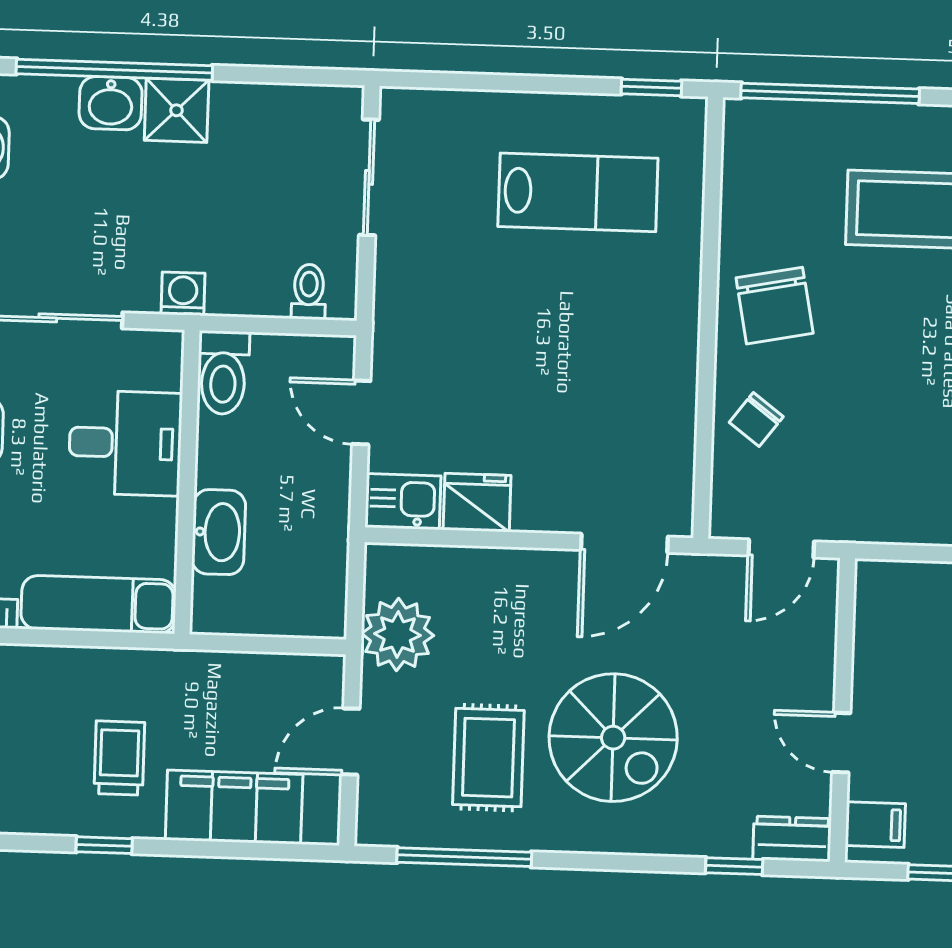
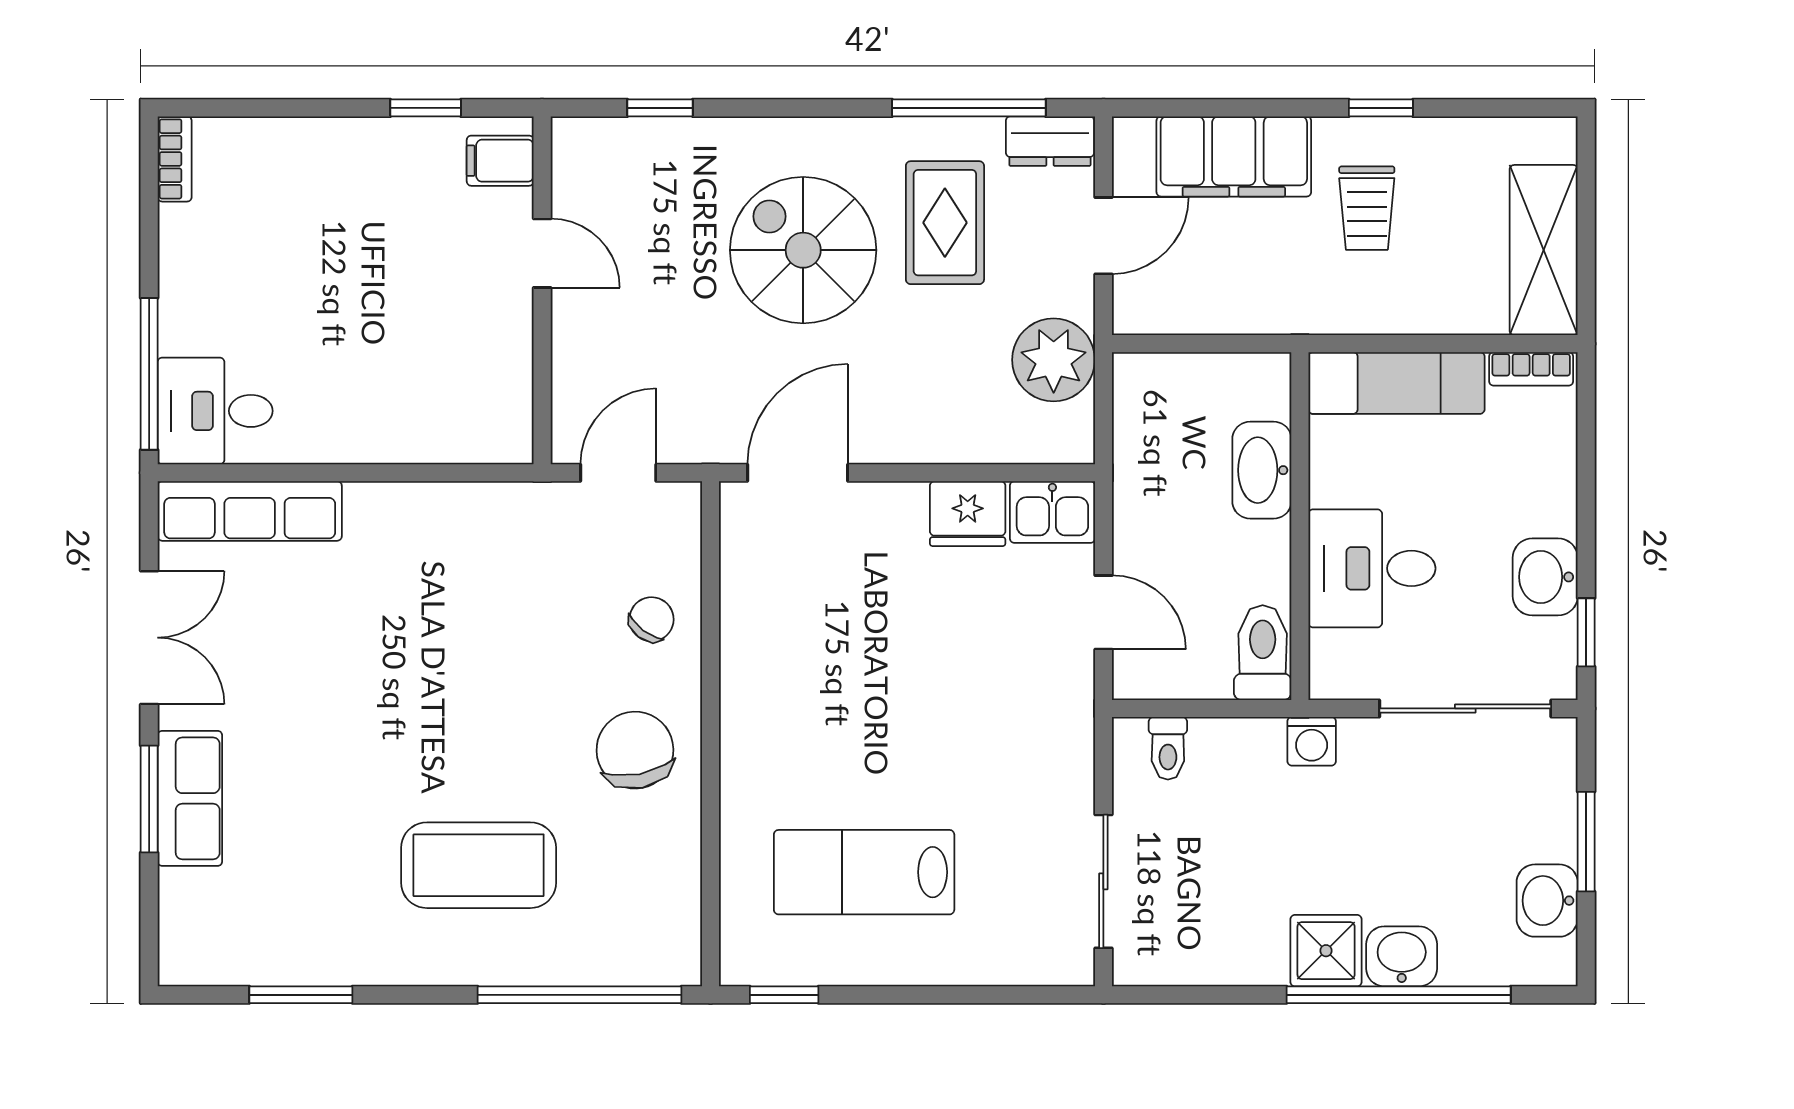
dresser: (792, 839) -> (1050, 141), moved

